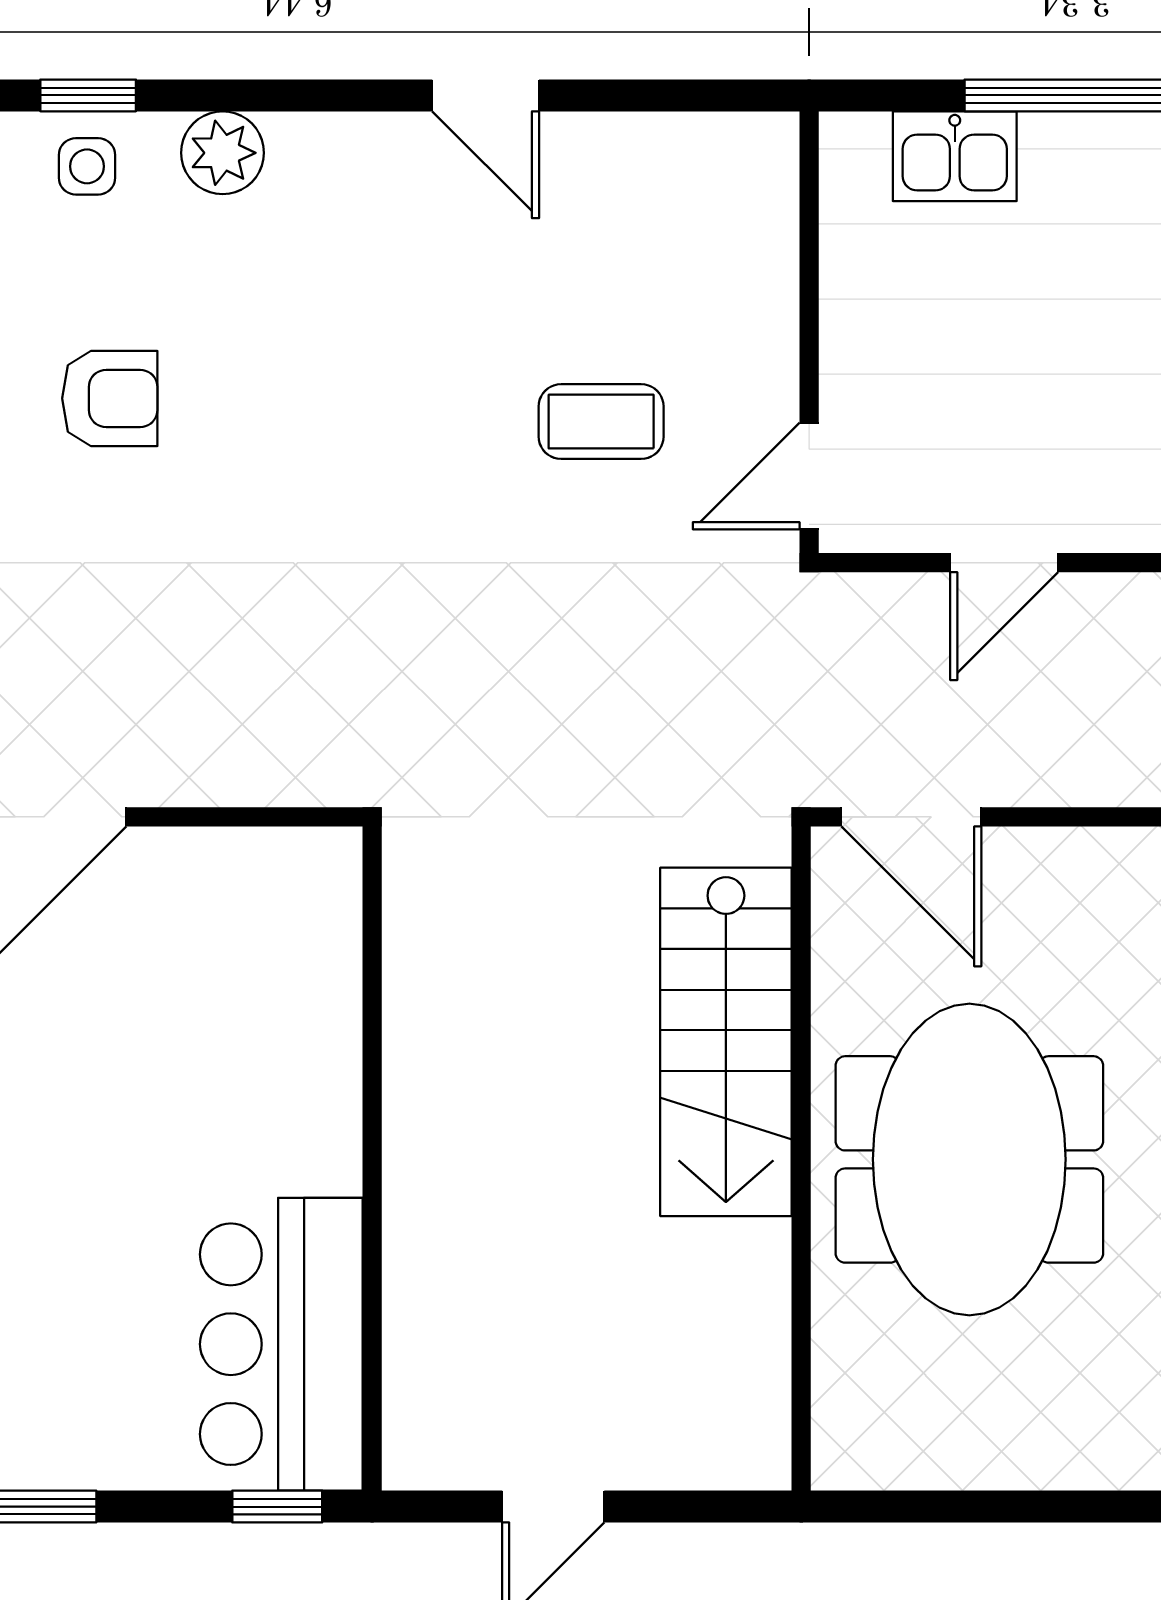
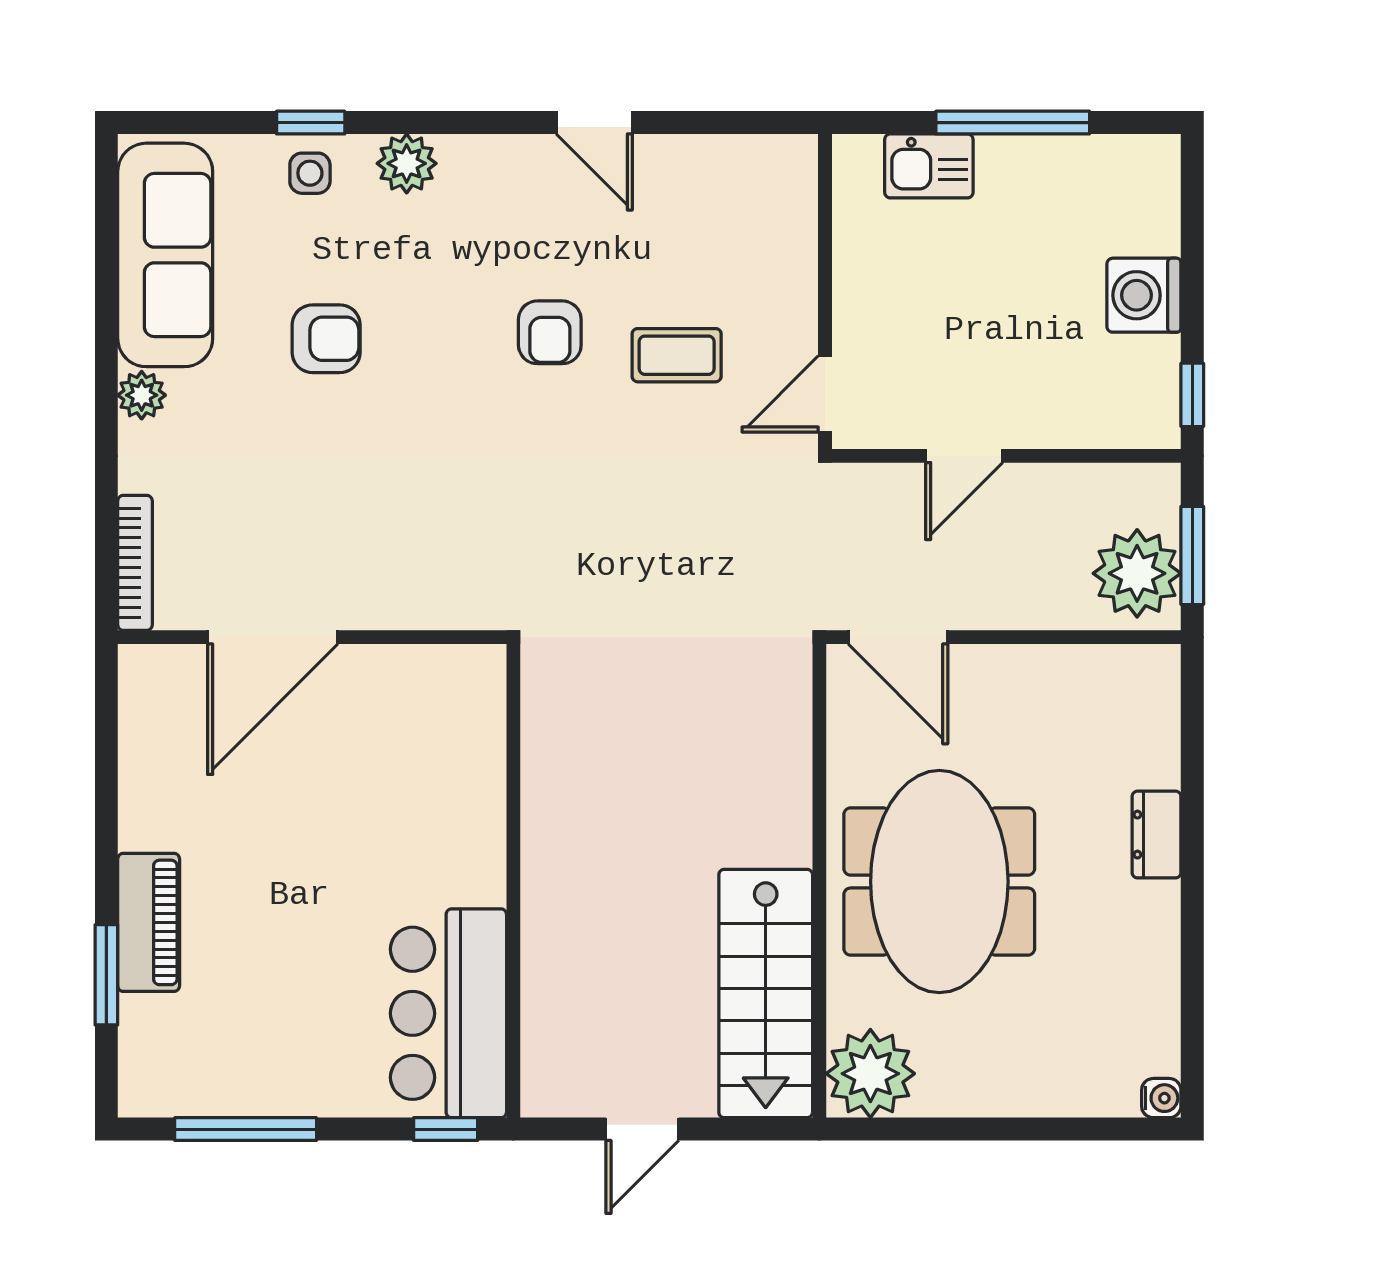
armchair: (423, 389) -> (550, 332), added
stairs: (726, 1042) -> (766, 994), moved
plant: (873, 1429) -> (870, 1074), added

